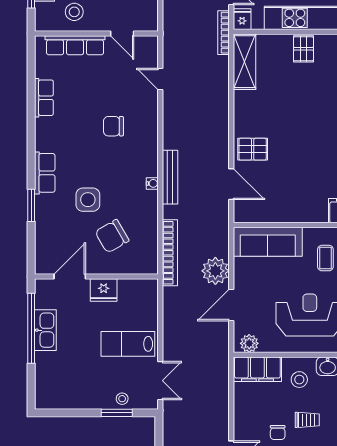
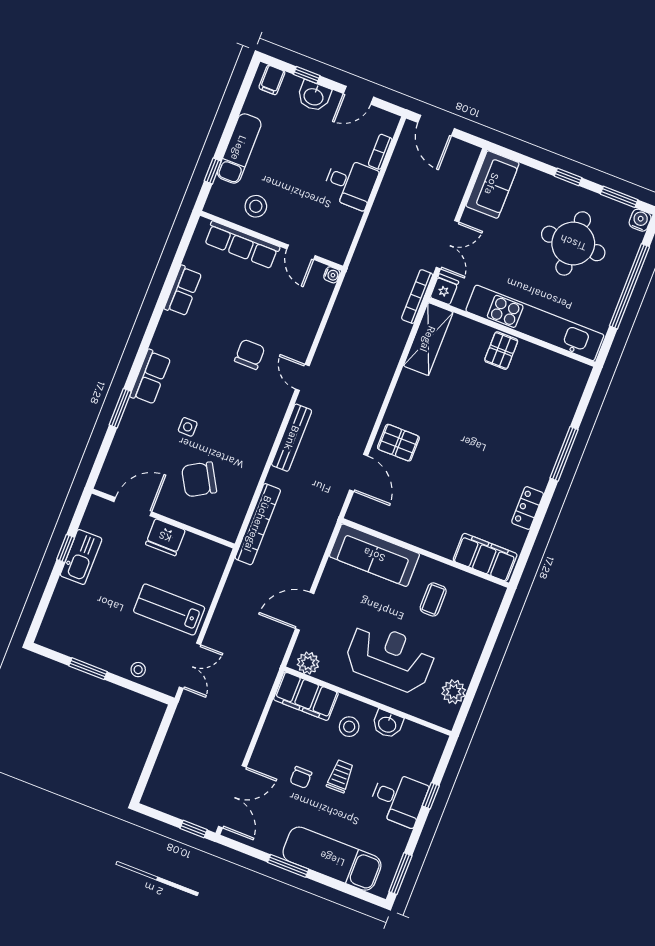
door: (160, 79) -> (302, 377), moved
chair: (113, 126) -> (250, 354), turned 90
water cooler: (152, 183) -> (332, 275), moved
side table: (88, 200) -> (188, 427), width x0.54, depth x0.54
plant: (215, 271) -> (302, 565), removed
window: (31, 328) -> (66, 548), width x0.32
window: (117, 413) -> (88, 669), moved
trolley: (307, 420) -> (340, 776), turned -90

